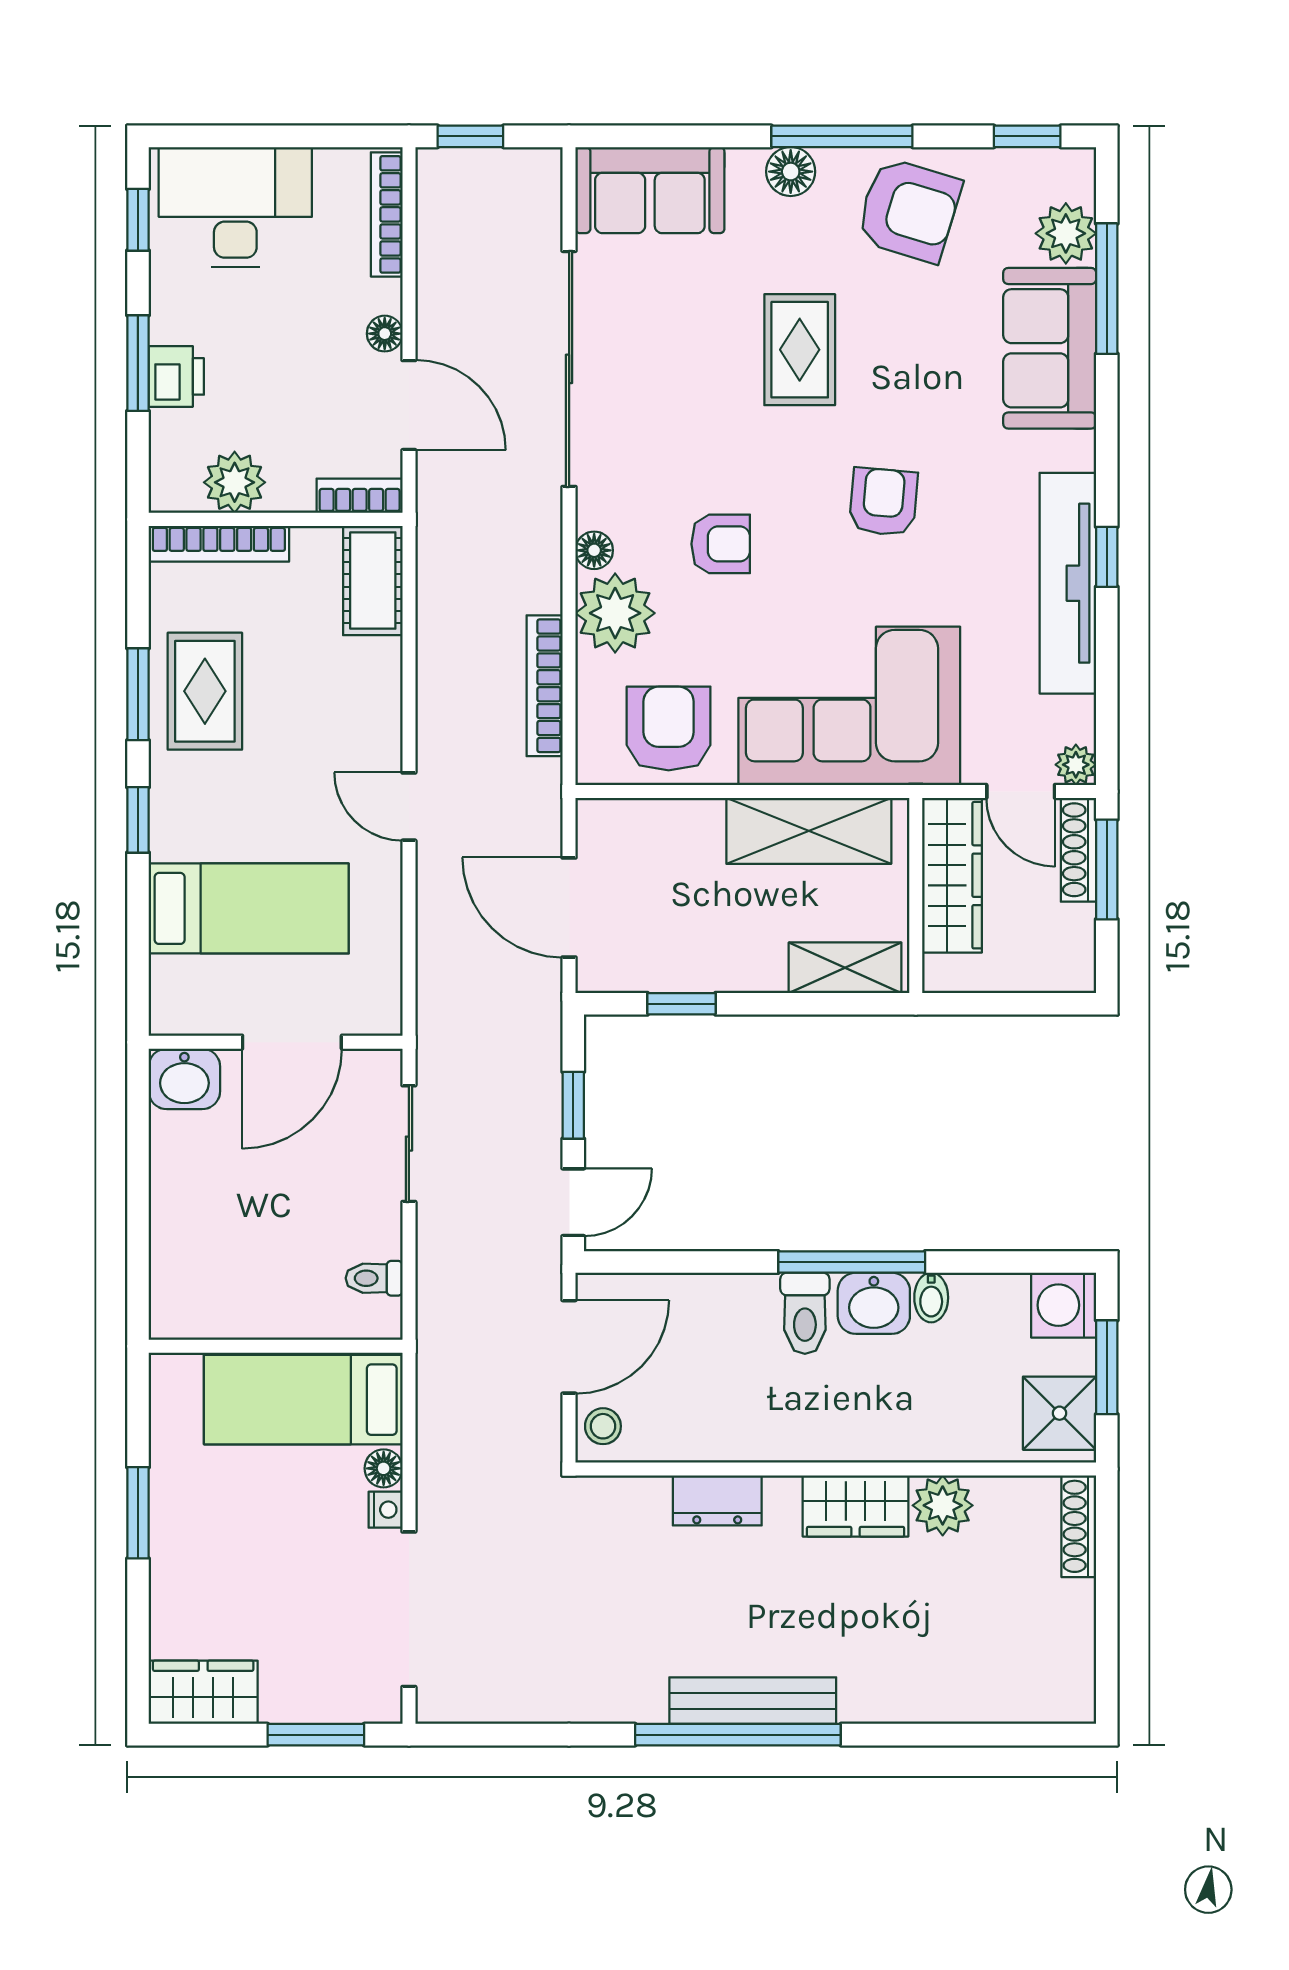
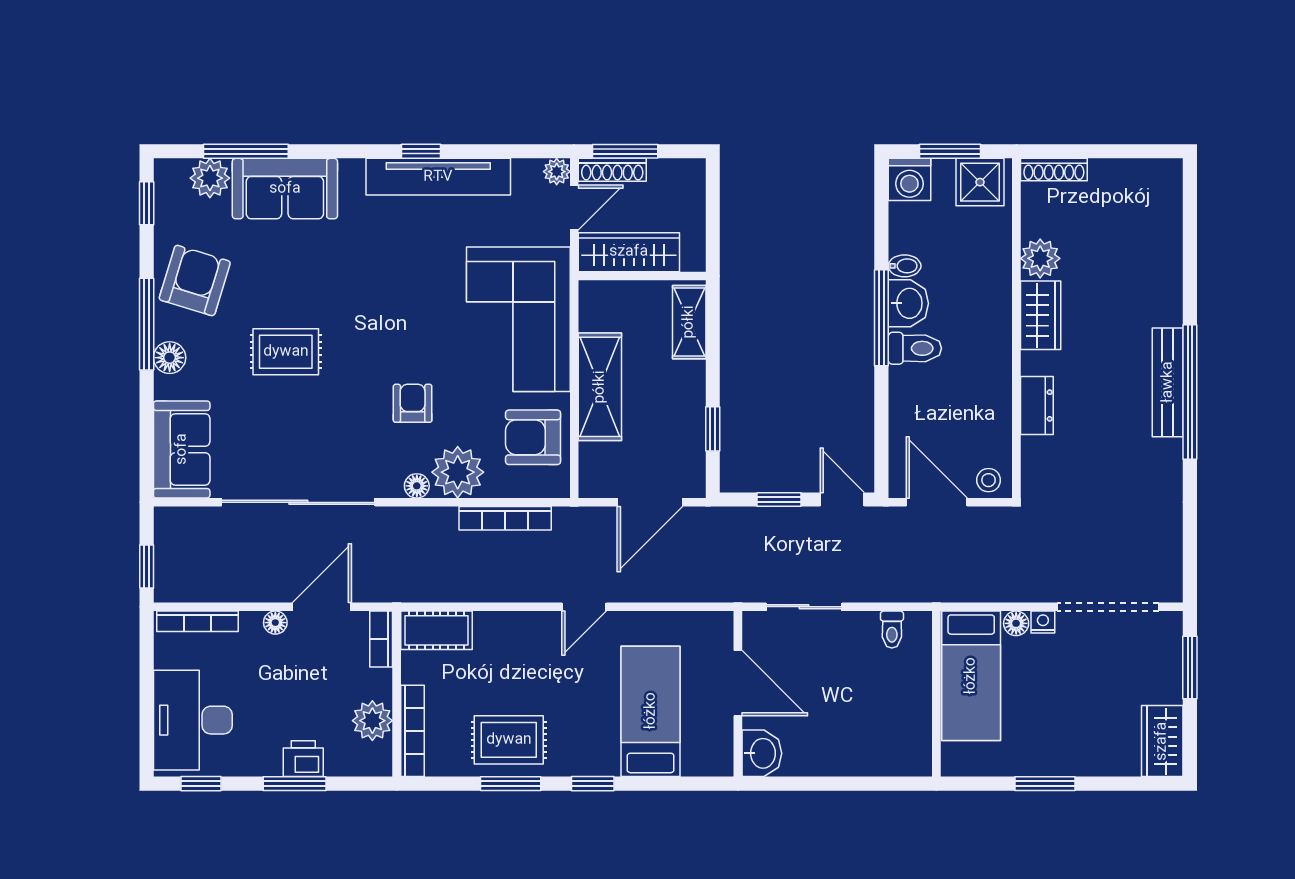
armchair: (883, 502) -> (385, 297), removed
shelving: (809, 831) -> (600, 387), moved

